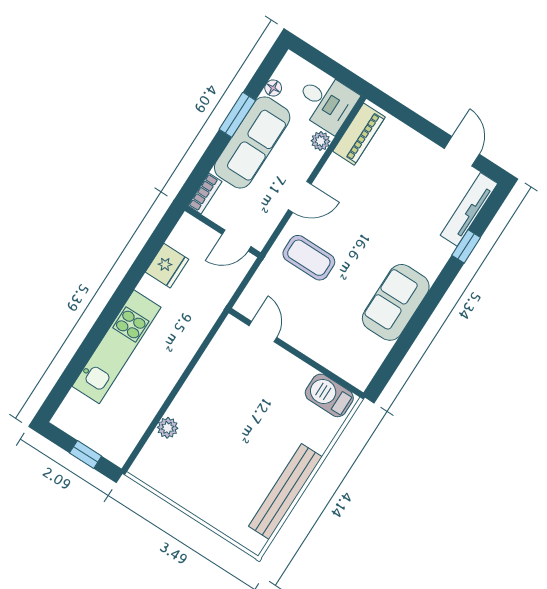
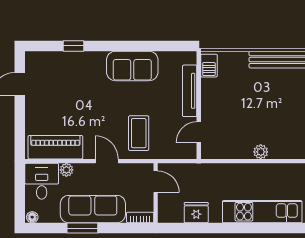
floor lamp: (273, 88) -> (32, 217), moved
piano: (359, 134) -> (55, 147), width x1.37, depth x1.33
tv unit: (469, 209) -> (190, 91), moved, turned 90
barbecue: (329, 395) -> (209, 66), width x0.73, depth x0.79
plant: (168, 428) -> (261, 152), moved

